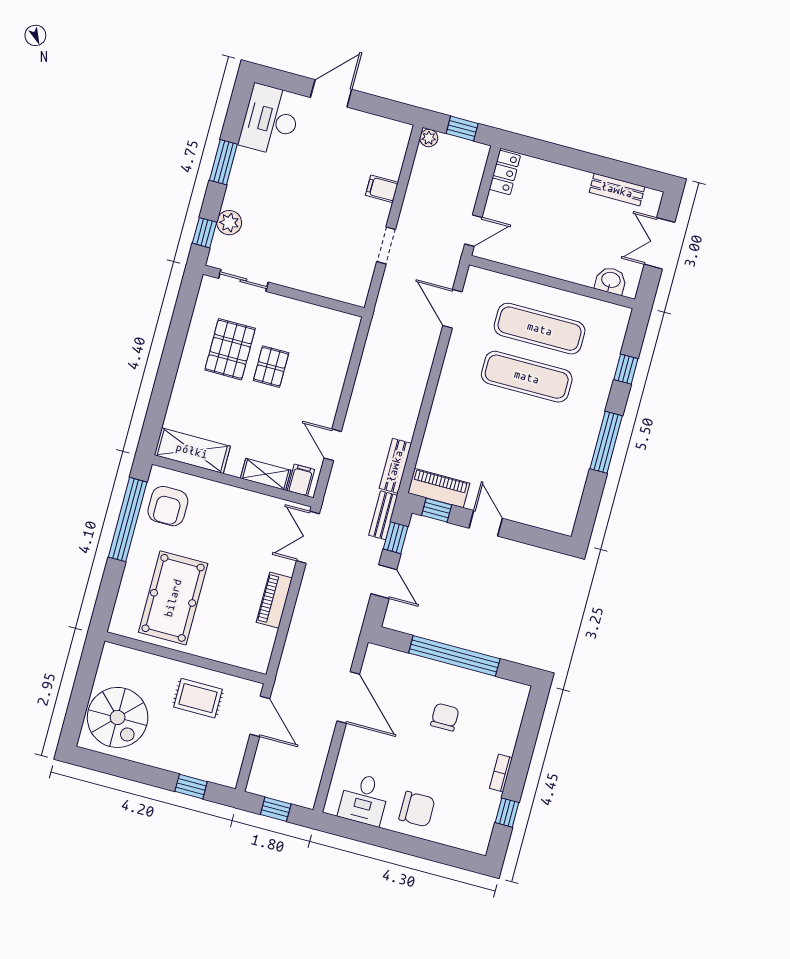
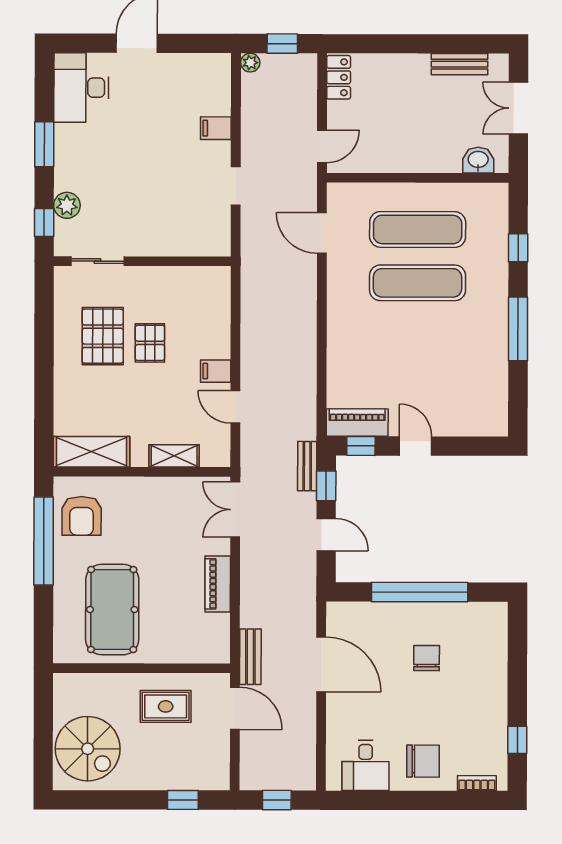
bench: (395, 466) -> (250, 657), moved
filing cabinet: (301, 480) -> (216, 371), moved, turned -90
bookcase: (501, 773) -> (477, 783), moved, turned 90

